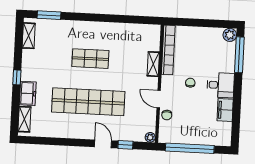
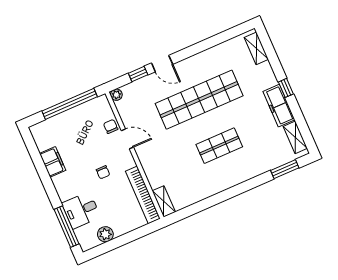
plant: (230, 35) -> (105, 234), moved
shelving: (153, 64) -> (164, 201), moved
desk: (221, 85) -> (81, 210), moved
freezer: (28, 93) -> (279, 106), moved, width x1.40

